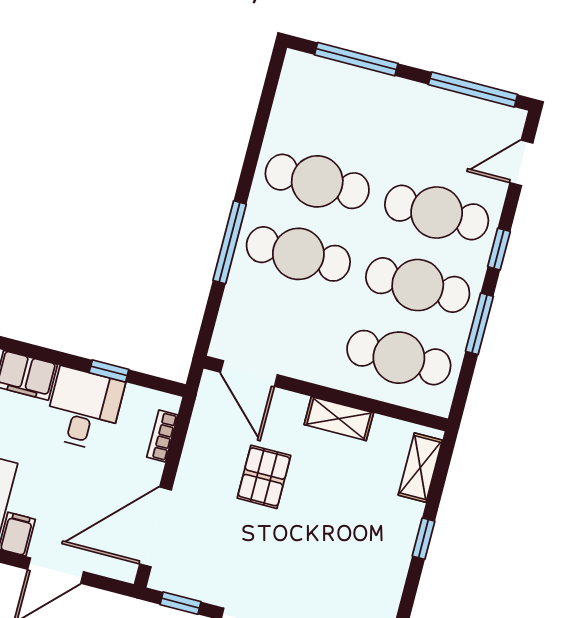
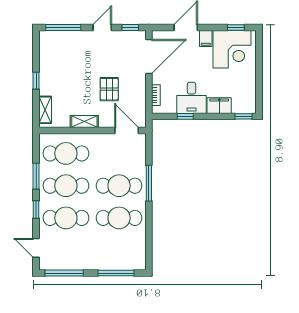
door: (521, 163) -> (36, 248), swing flipped

